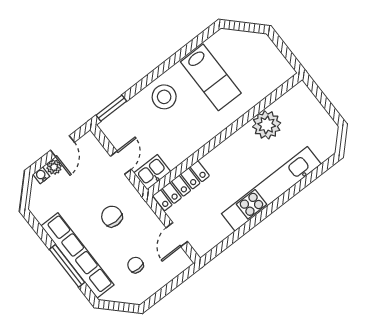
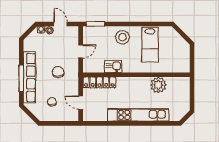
door: (62, 146) -> (60, 24), swing flipped
kitchen sink: (152, 172) -> (113, 66), moved
door: (177, 235) -> (81, 103), hinge flipped

